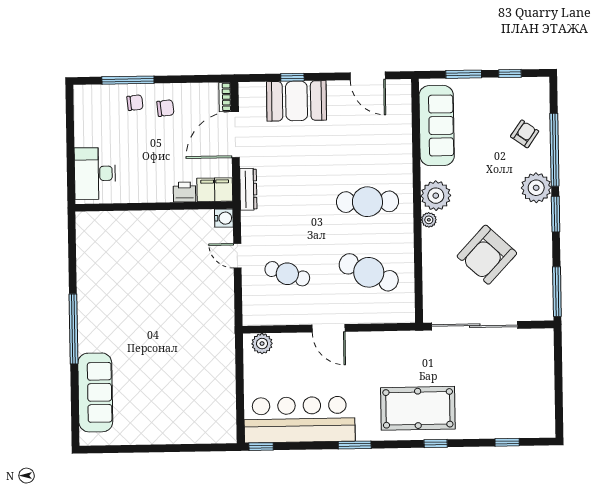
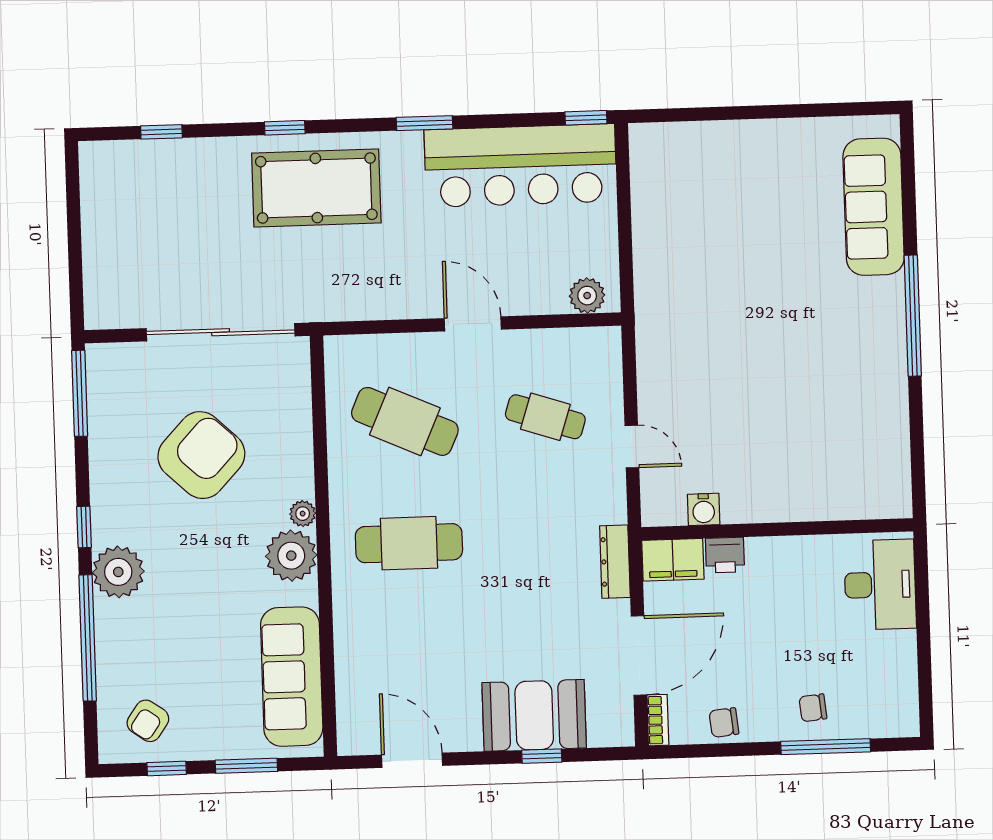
chair: (165, 108) -> (724, 723), moved
armchair: (525, 134) -> (148, 721), moved
window: (556, 214) -> (84, 527), width x0.67
water cooler: (224, 218) -> (704, 509), moved, turned -90

